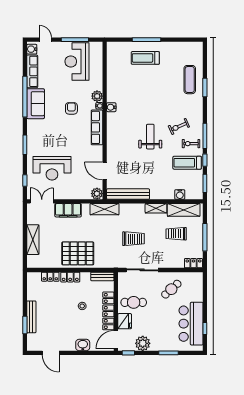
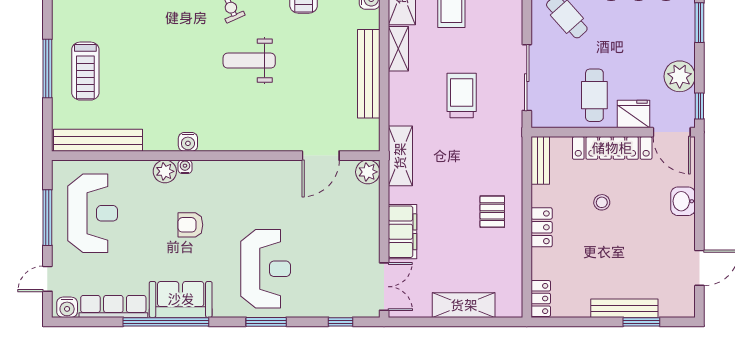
reception desk: (77, 61) -> (93, 213), turned -90
bench: (112, 64) -> (98, 140), added
row of seats: (97, 127) -> (230, 172), removed
reception desk: (52, 168) -> (266, 269), moved
bench: (128, 194) -> (369, 74), moved
double door: (42, 201) -> (384, 287), swing flipped
pallet: (78, 253) -> (492, 212), width x0.49, depth x0.50
locker: (50, 277) -> (541, 299), moved

